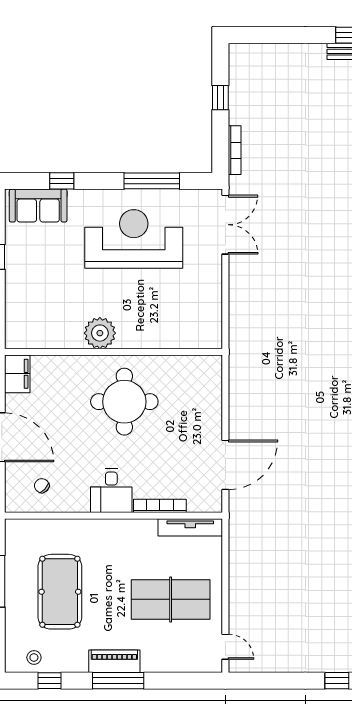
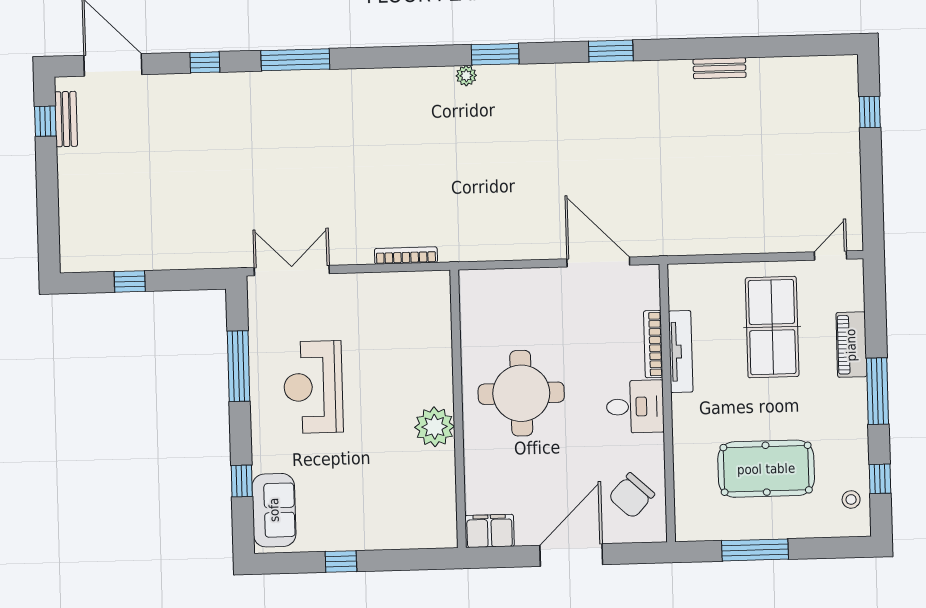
bookcase: (235, 150) -> (406, 256), moved
reception desk: (134, 239) -> (313, 387), width x0.74, depth x0.77
chair: (42, 486) -> (631, 496), width x1.87, depth x1.87
tv unit: (190, 527) -> (681, 352), moved
piano: (114, 661) -> (851, 345), moved

